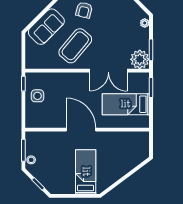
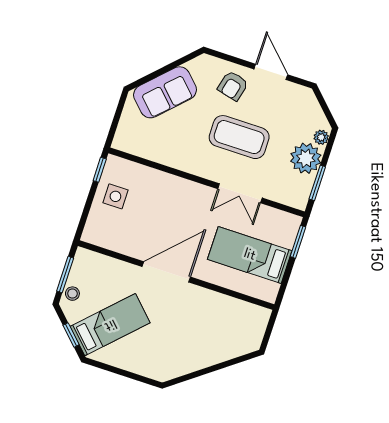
coffee table: (75, 46) -> (239, 137), moved, turned 50
plant: (140, 59) -> (306, 158), moved
double door: (108, 71) -> (240, 193), width x0.73
door: (81, 130) -> (166, 272), hinge flipped
bed: (86, 172) -> (110, 325), moved, turned 45

